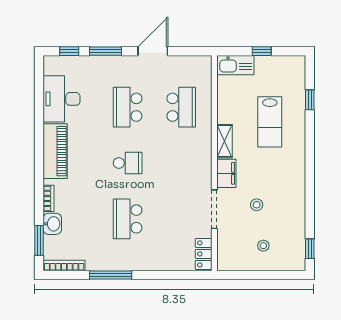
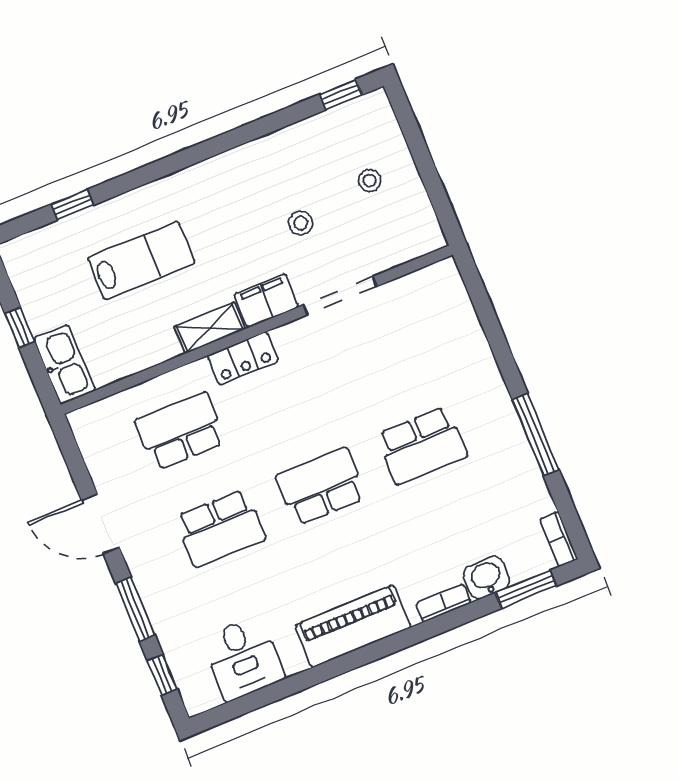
desk: (62, 99) -> (243, 658), width x0.73
school desk: (128, 163) -> (321, 487), width x1.85
locker: (204, 254) -> (243, 358), moved
bookcase: (64, 265) -> (559, 539), width x0.64

